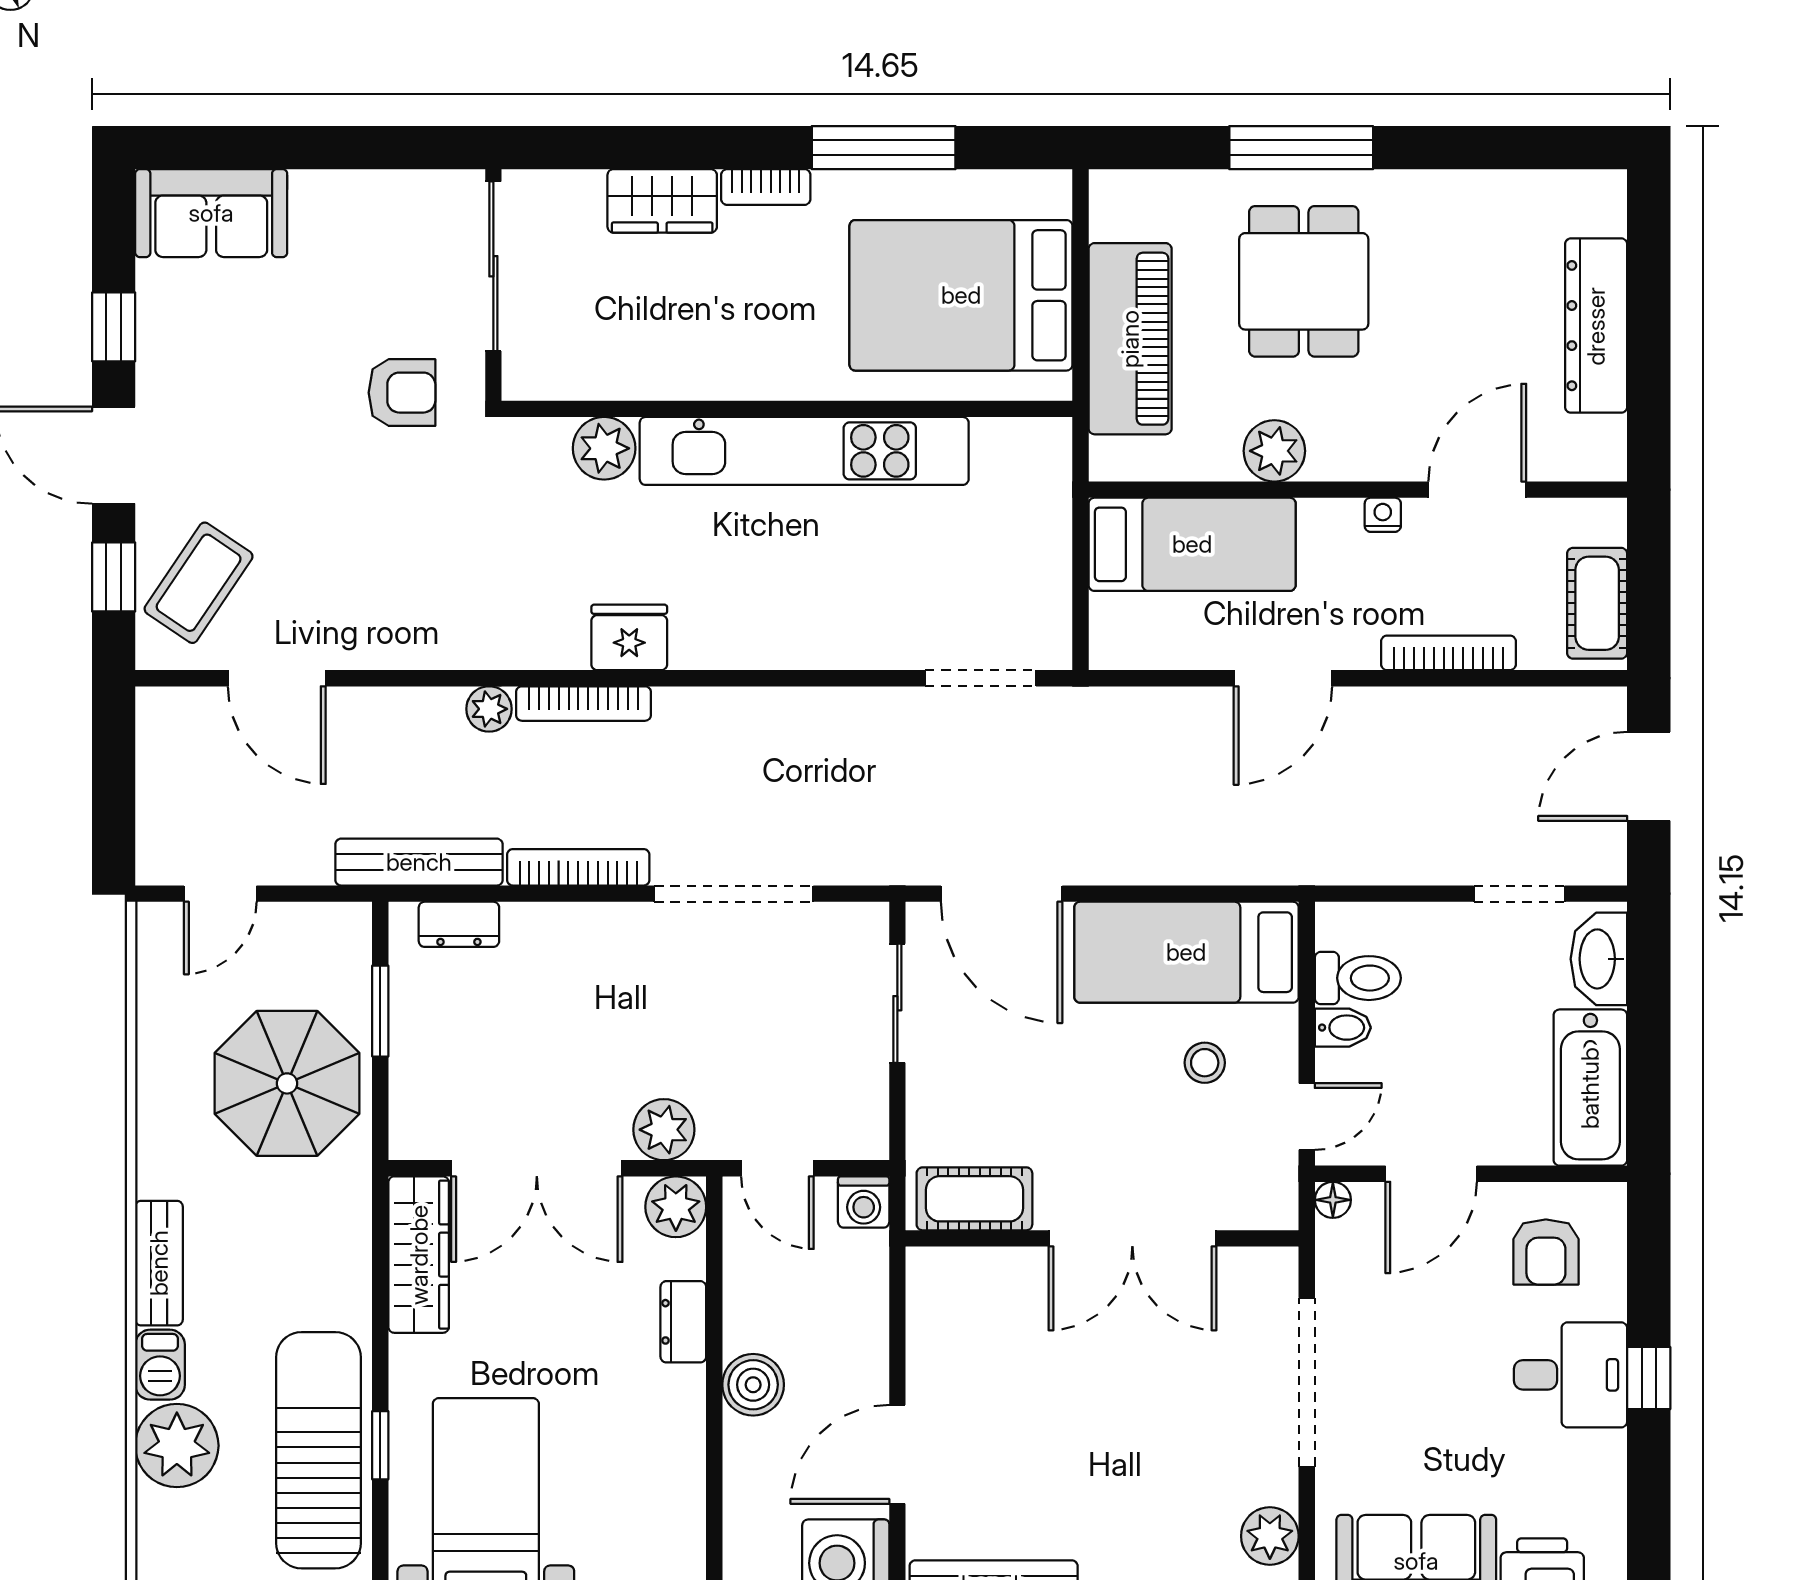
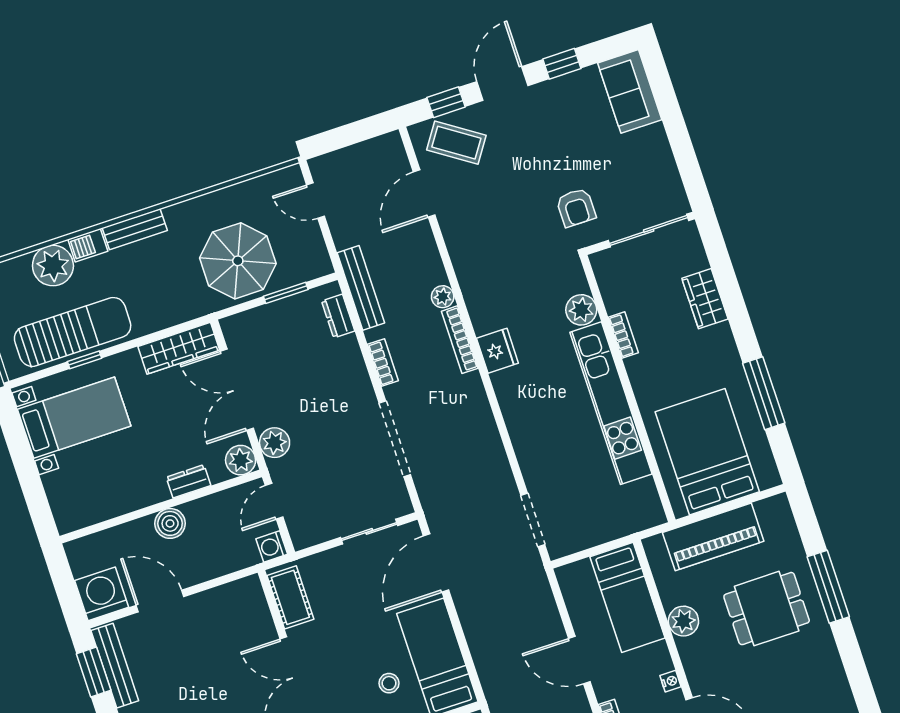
bookcase: (766, 187) -> (623, 335), moved, turned 180
bookcase: (578, 867) -> (383, 363), width x0.64

